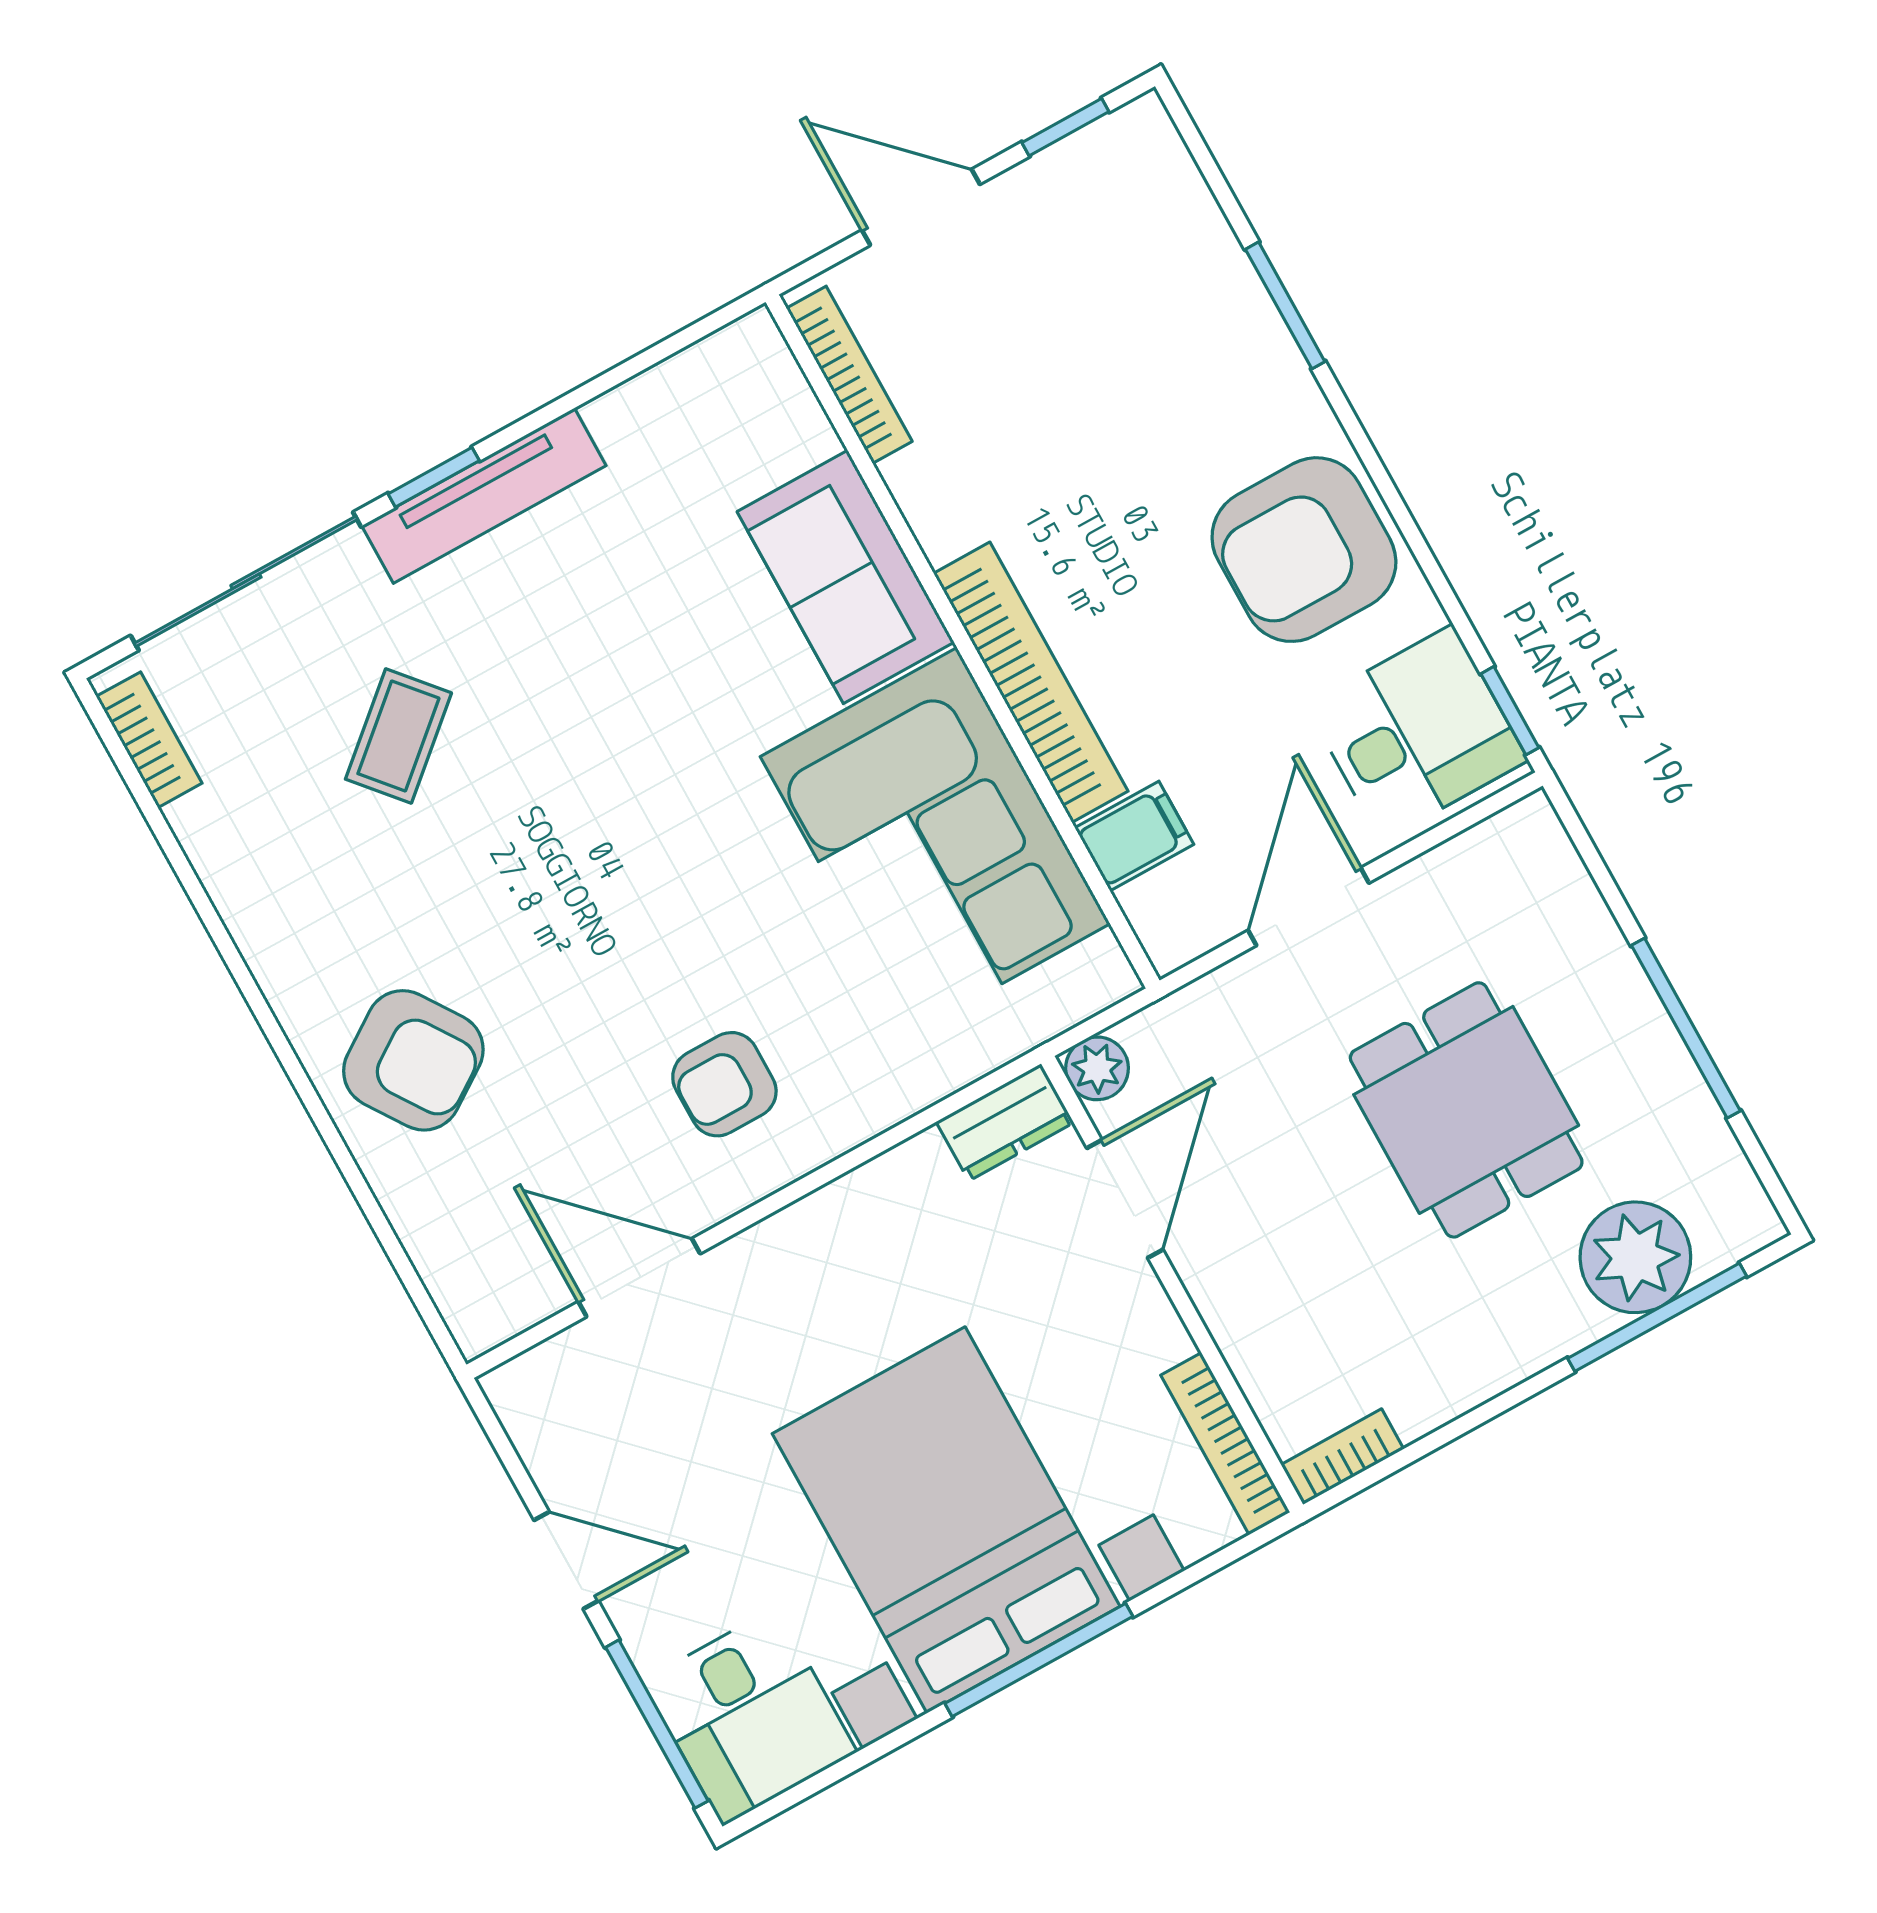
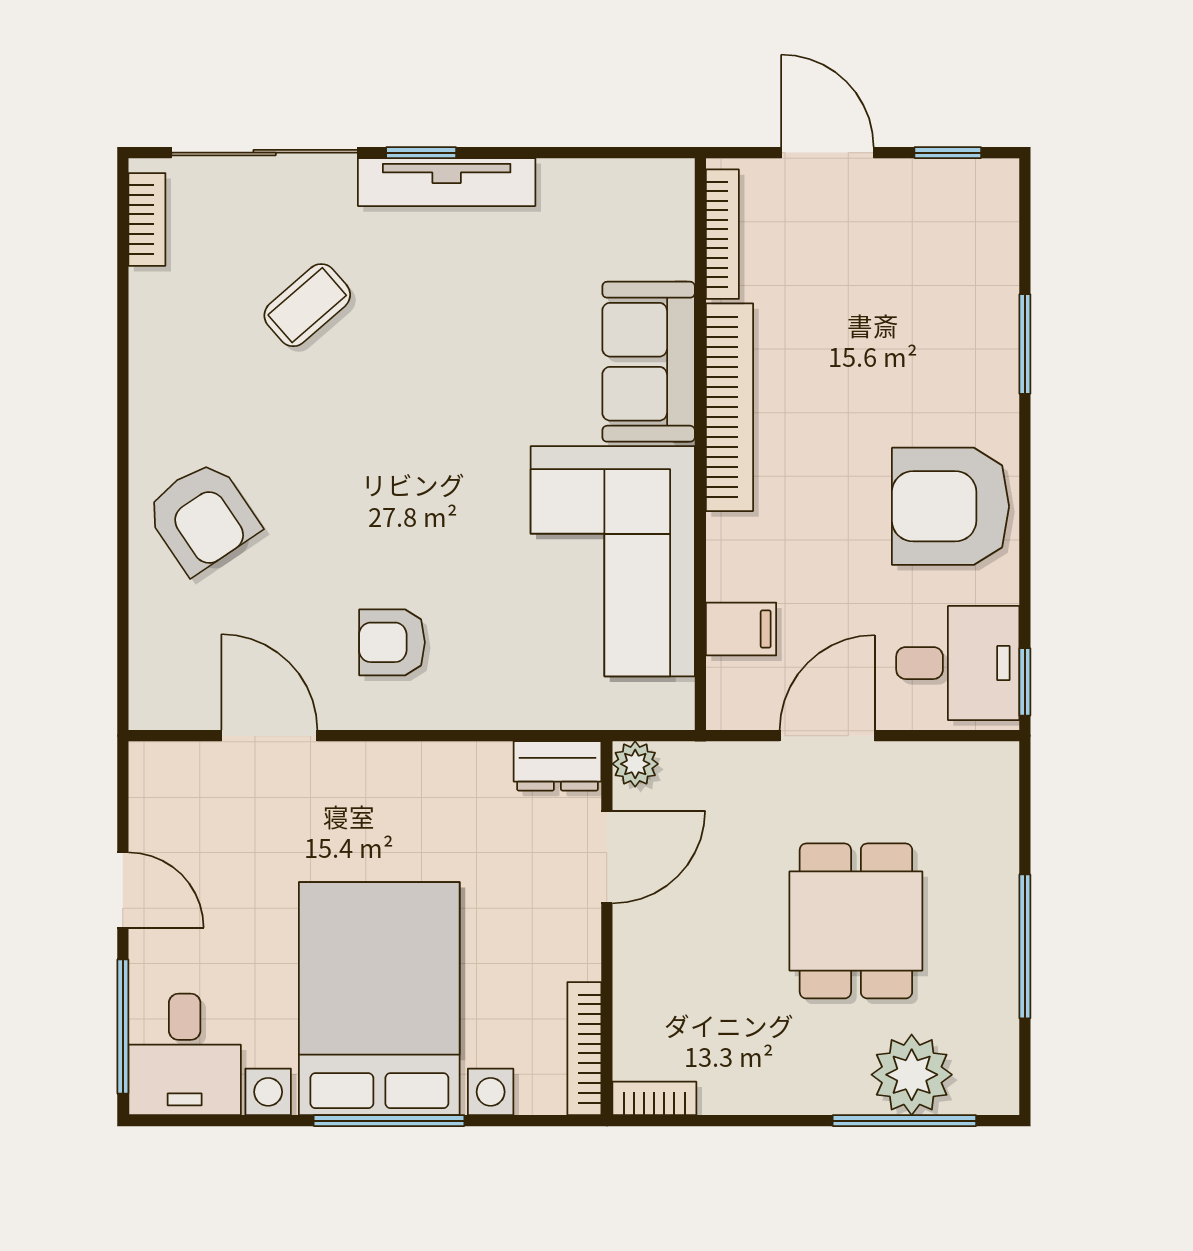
bookcase: (1031, 682) -> (729, 407), moved

